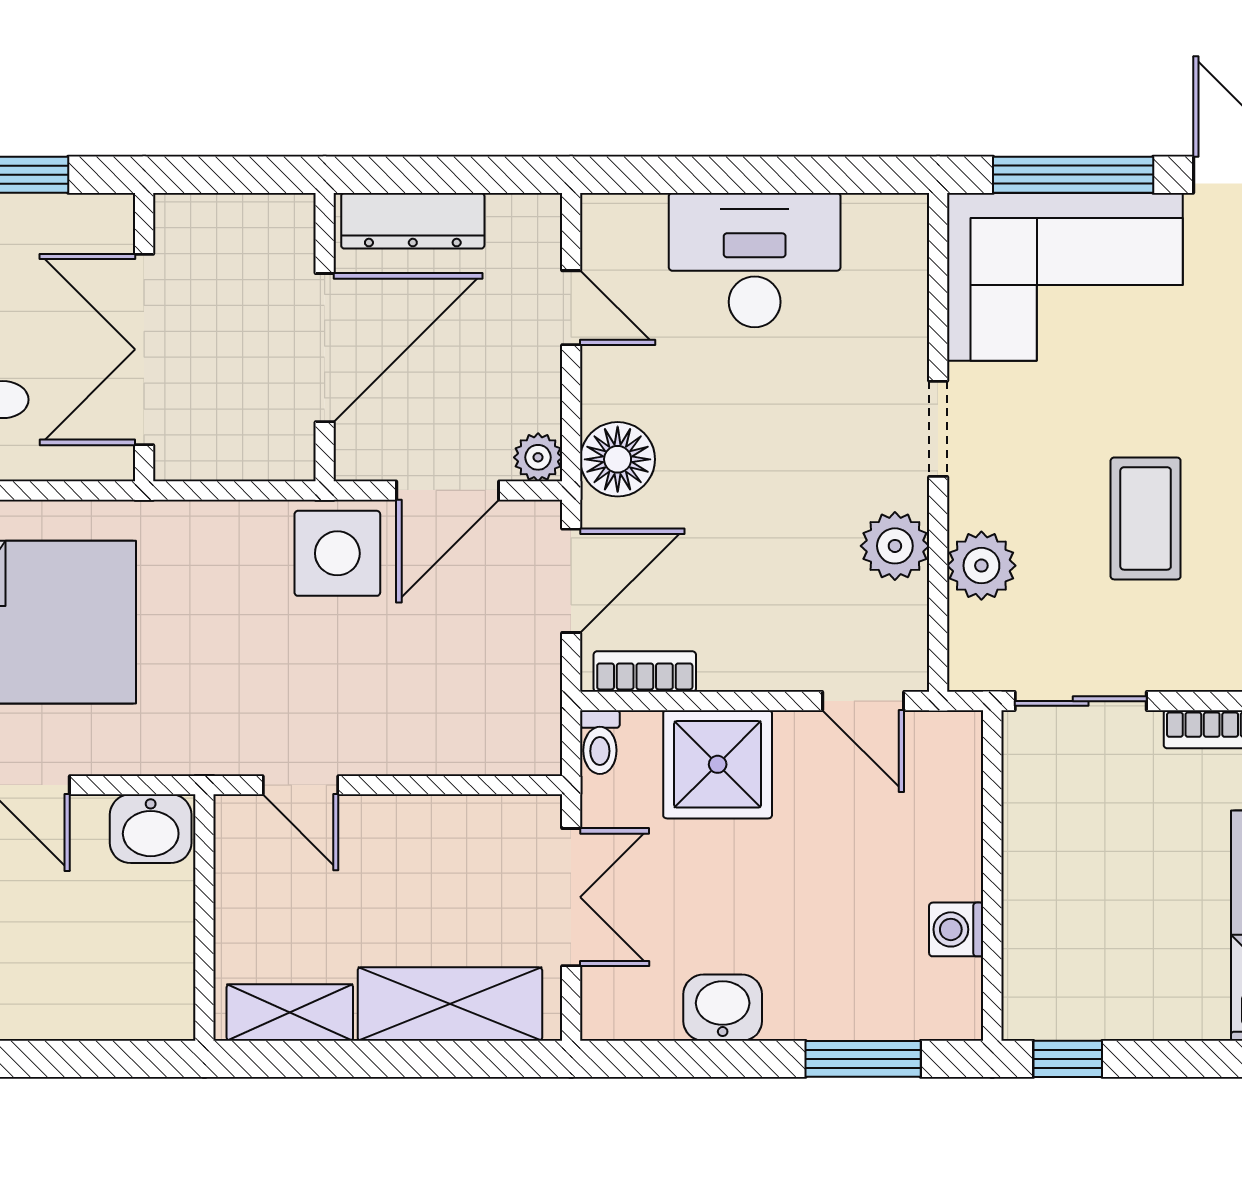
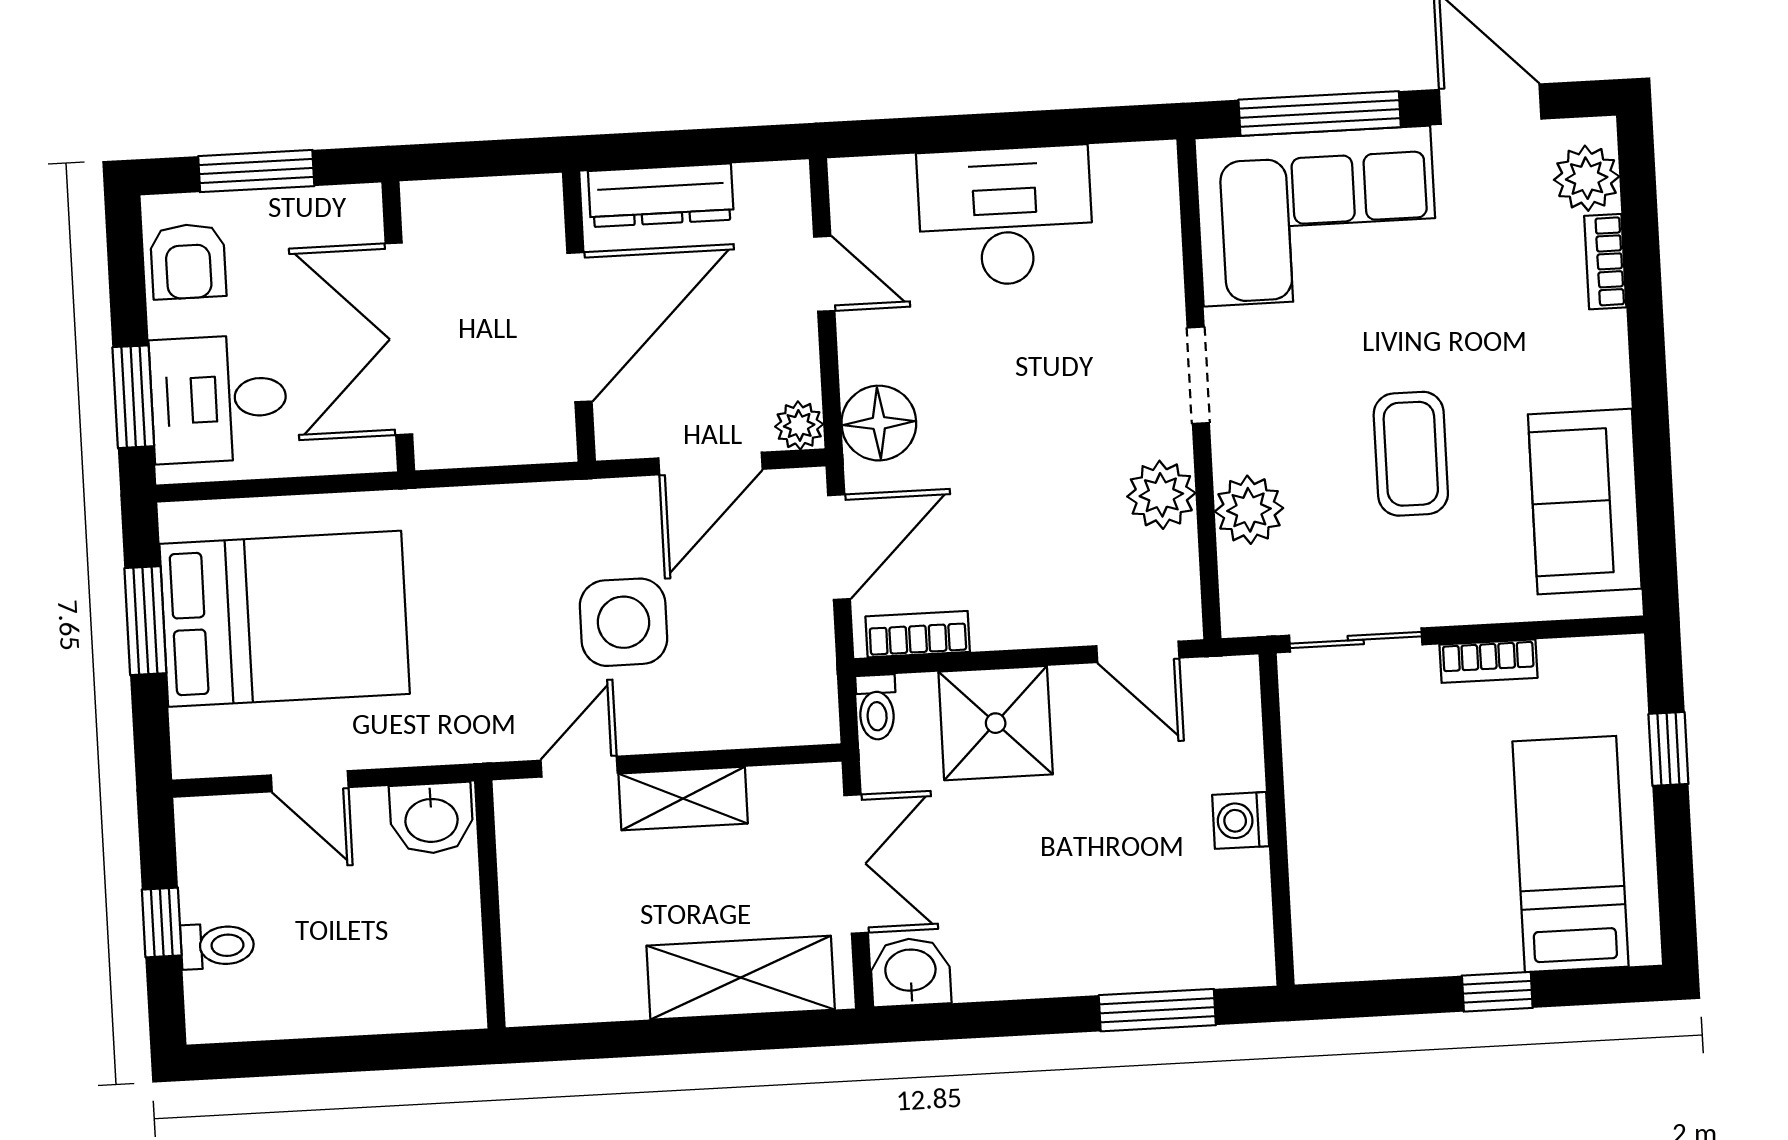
side table: (337, 553) -> (623, 622), moved
door: (301, 785) -> (579, 767), swing flipped
washing machine: (956, 929) -> (1241, 820), moved
washbasin: (723, 1008) -> (910, 972), moved
shelving: (290, 1012) -> (683, 799), moved
window: (1068, 1059) -> (1497, 992), moved

